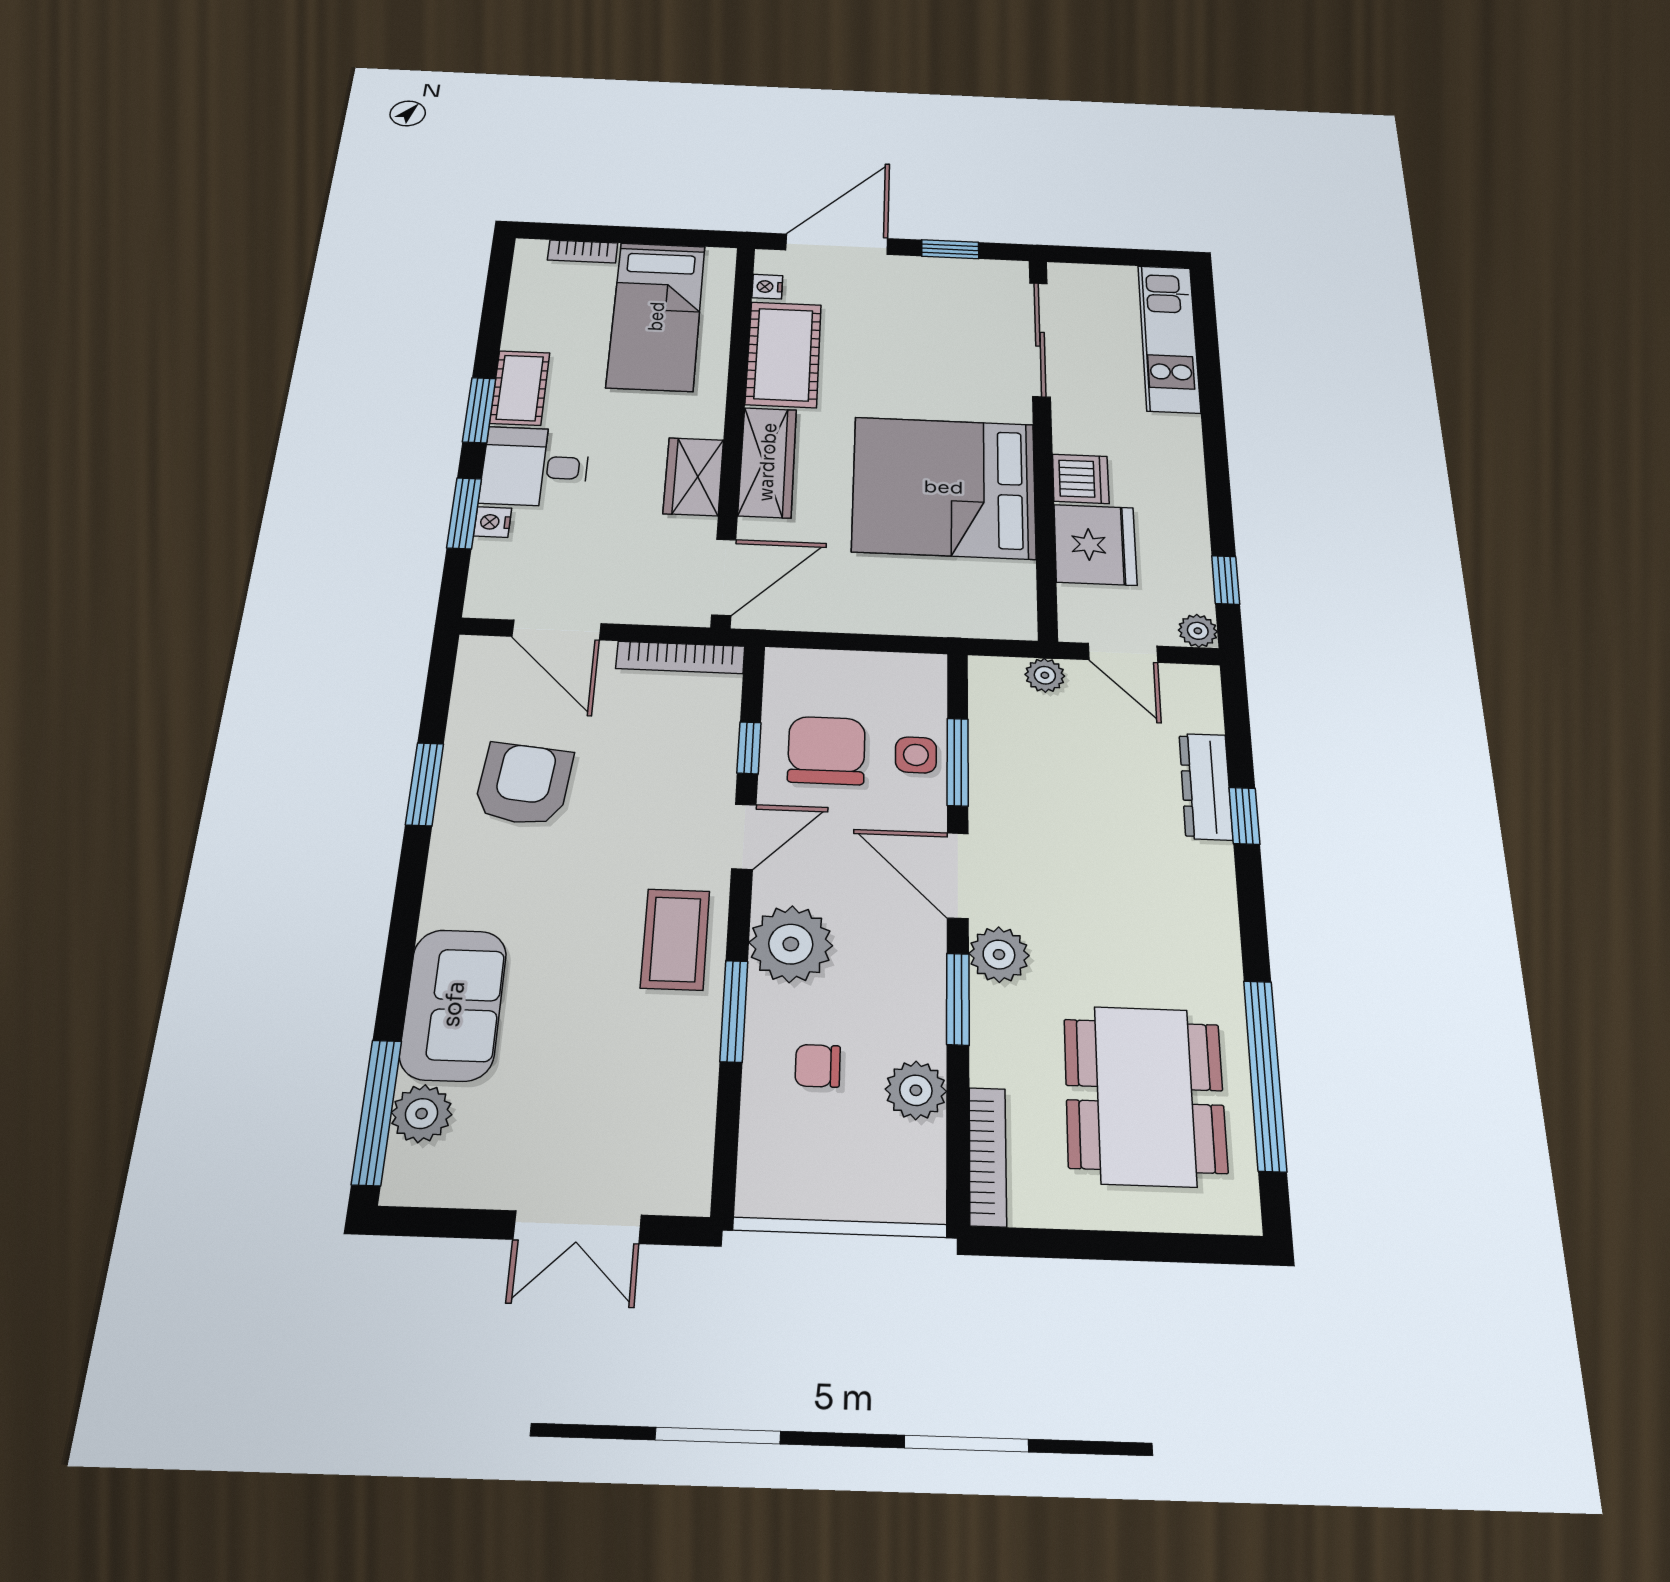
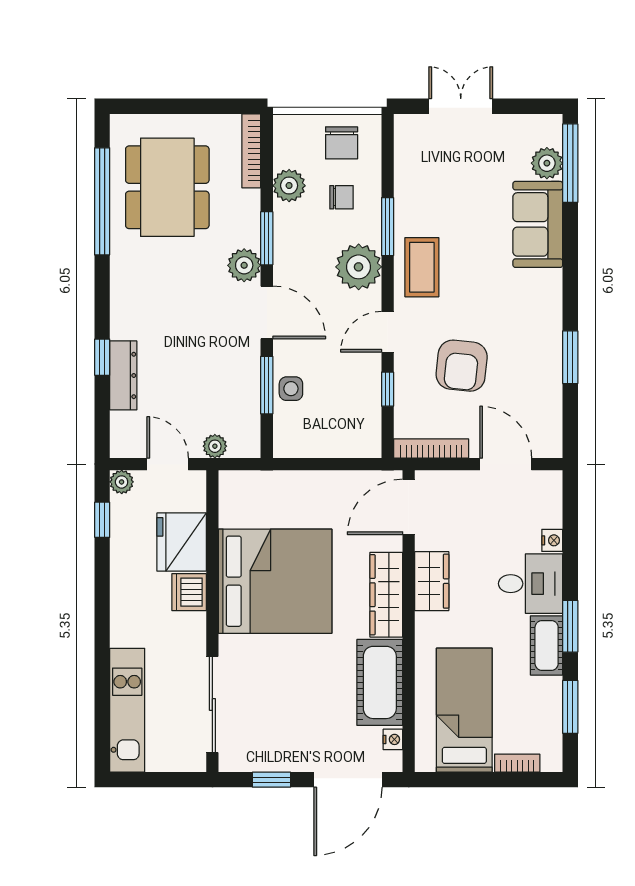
window: (464, 513) -> (570, 707), moved
chair: (826, 750) -> (342, 143), moved, width x0.73, depth x0.73
armchair: (524, 784) -> (462, 366), moved

